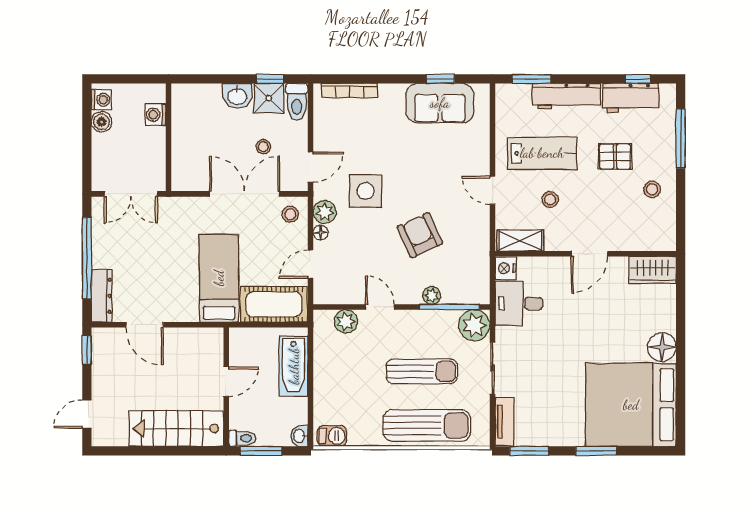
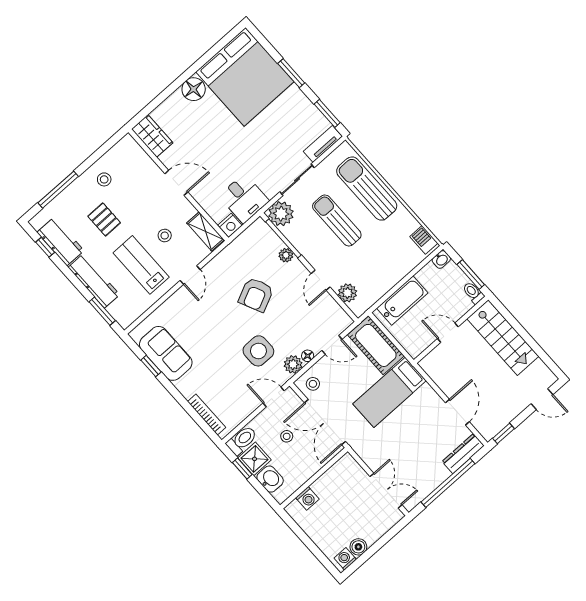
washing machine: (155, 115) -> (307, 498), moved
wall: (168, 137) -> (314, 478), moved

